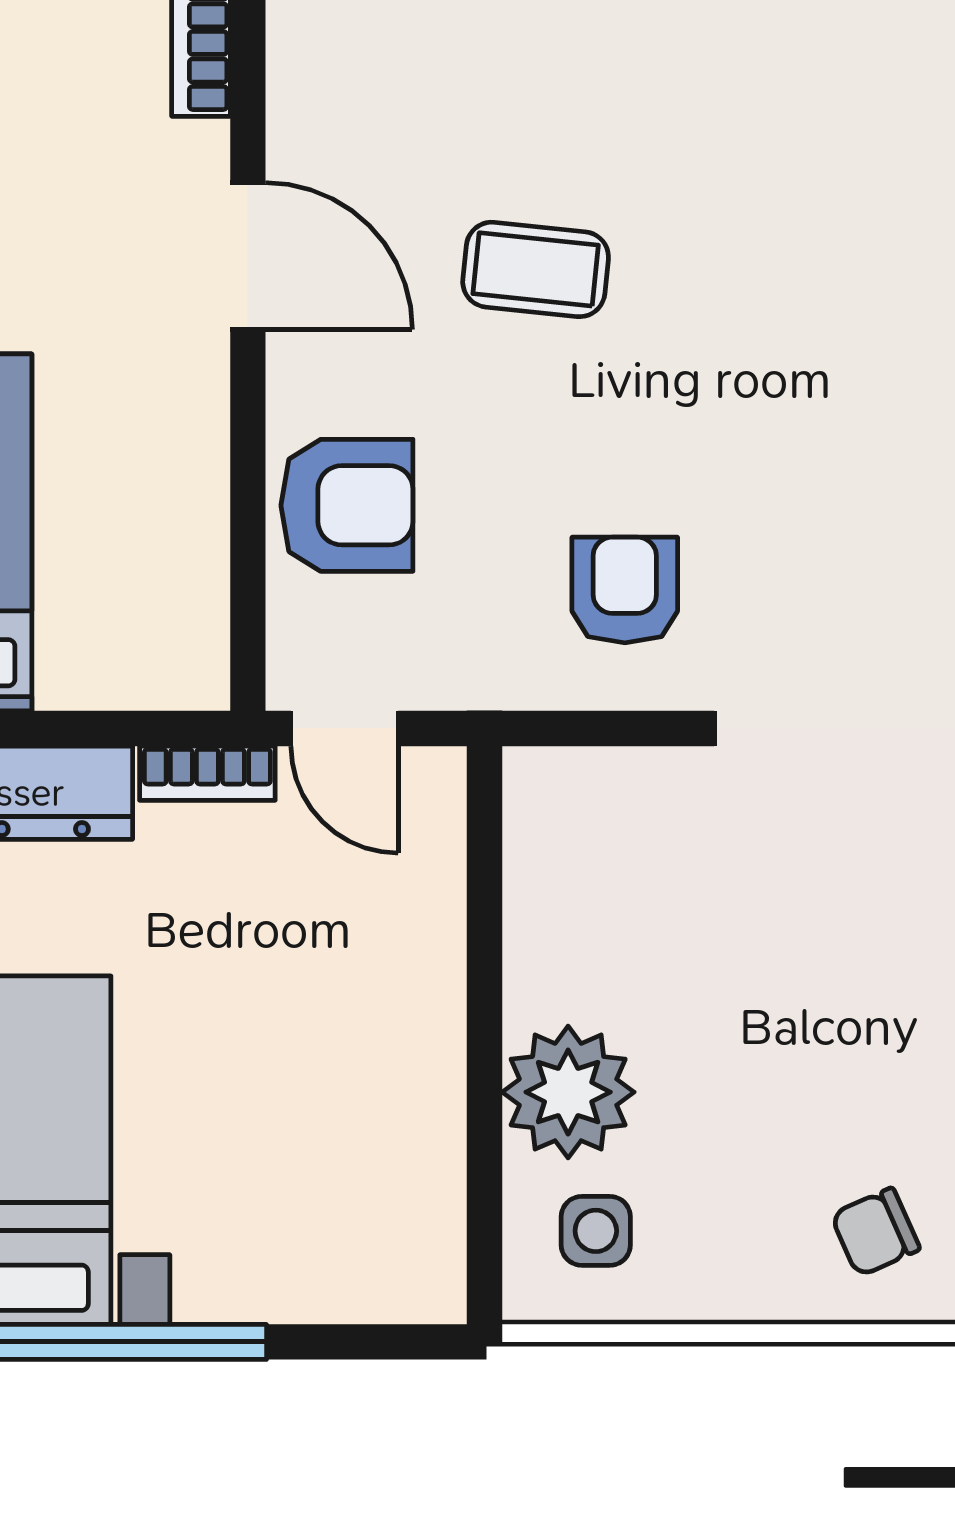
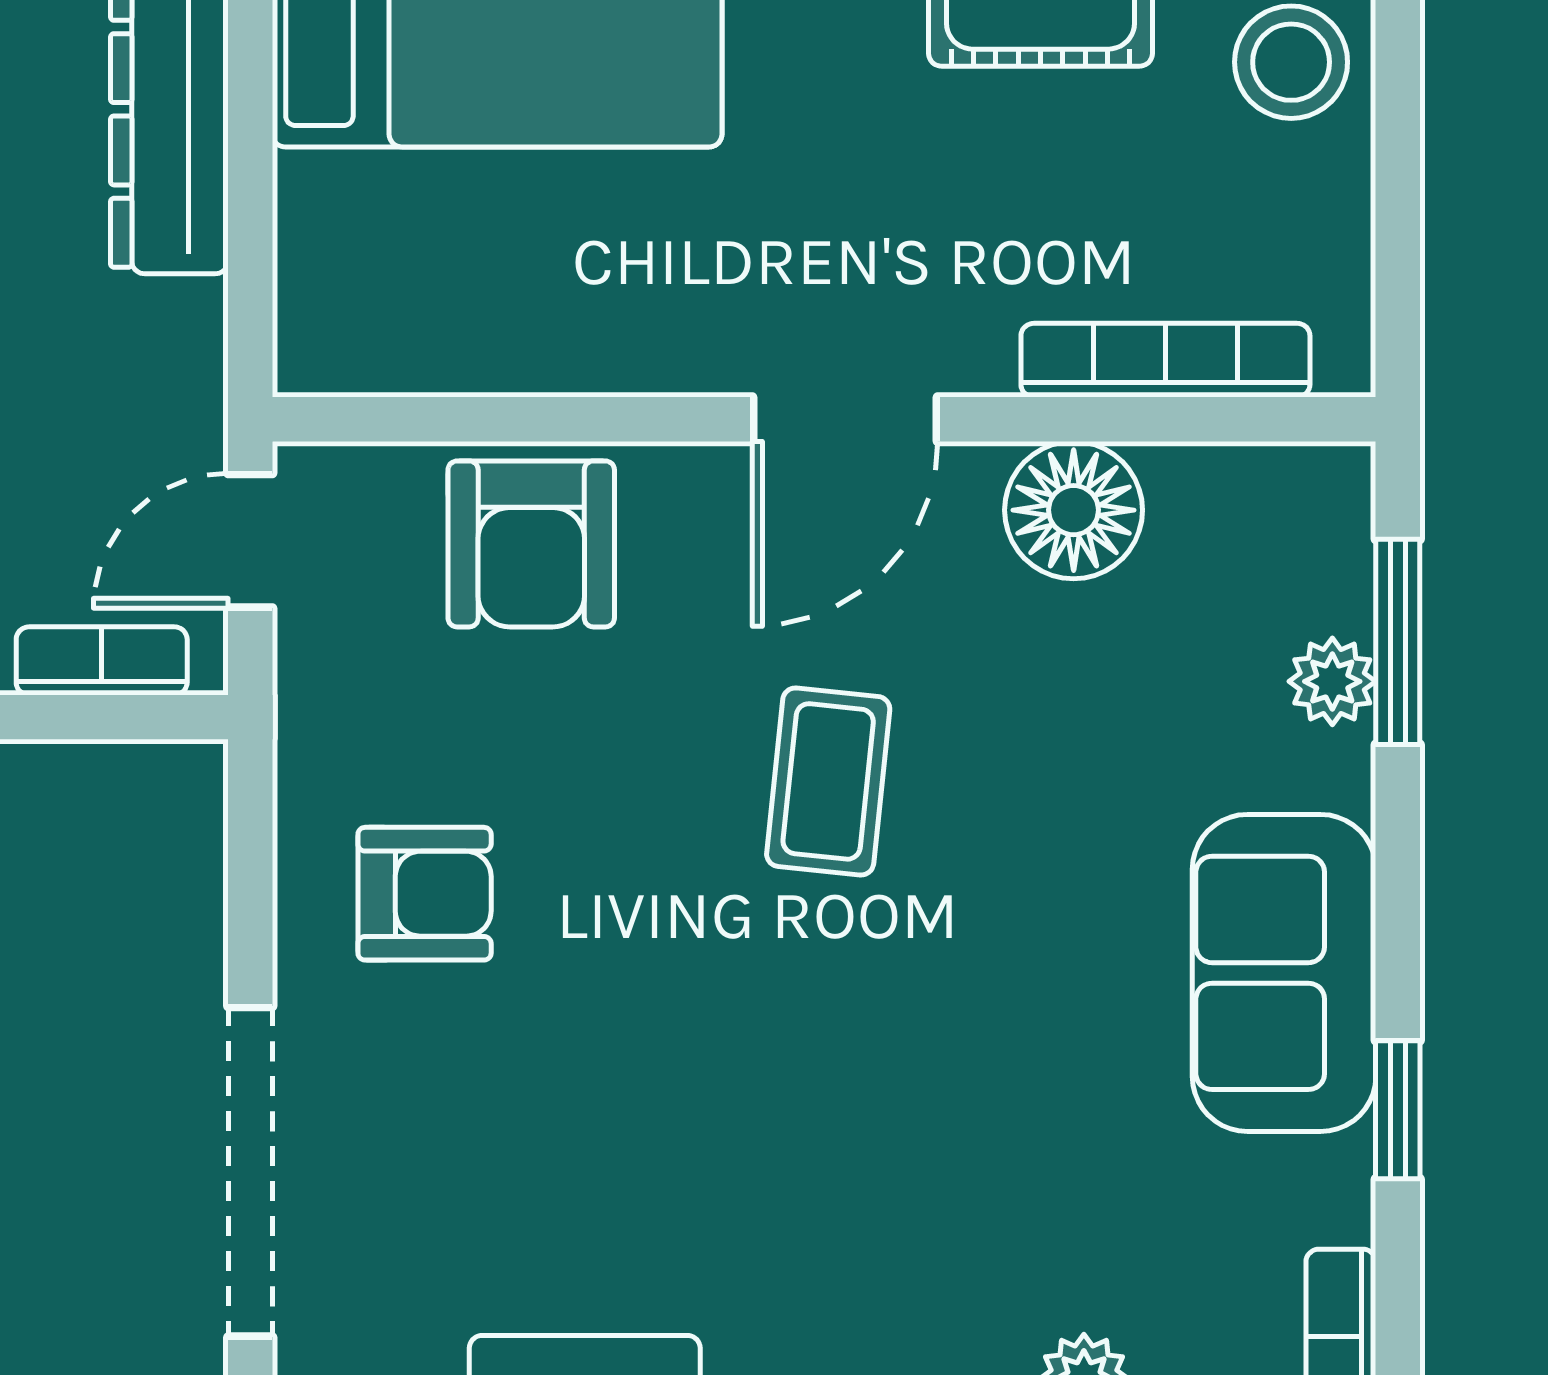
floor lamp: (320, 75) -> (1074, 510), added
bookcase: (207, 773) -> (102, 661), moved, turned 90

